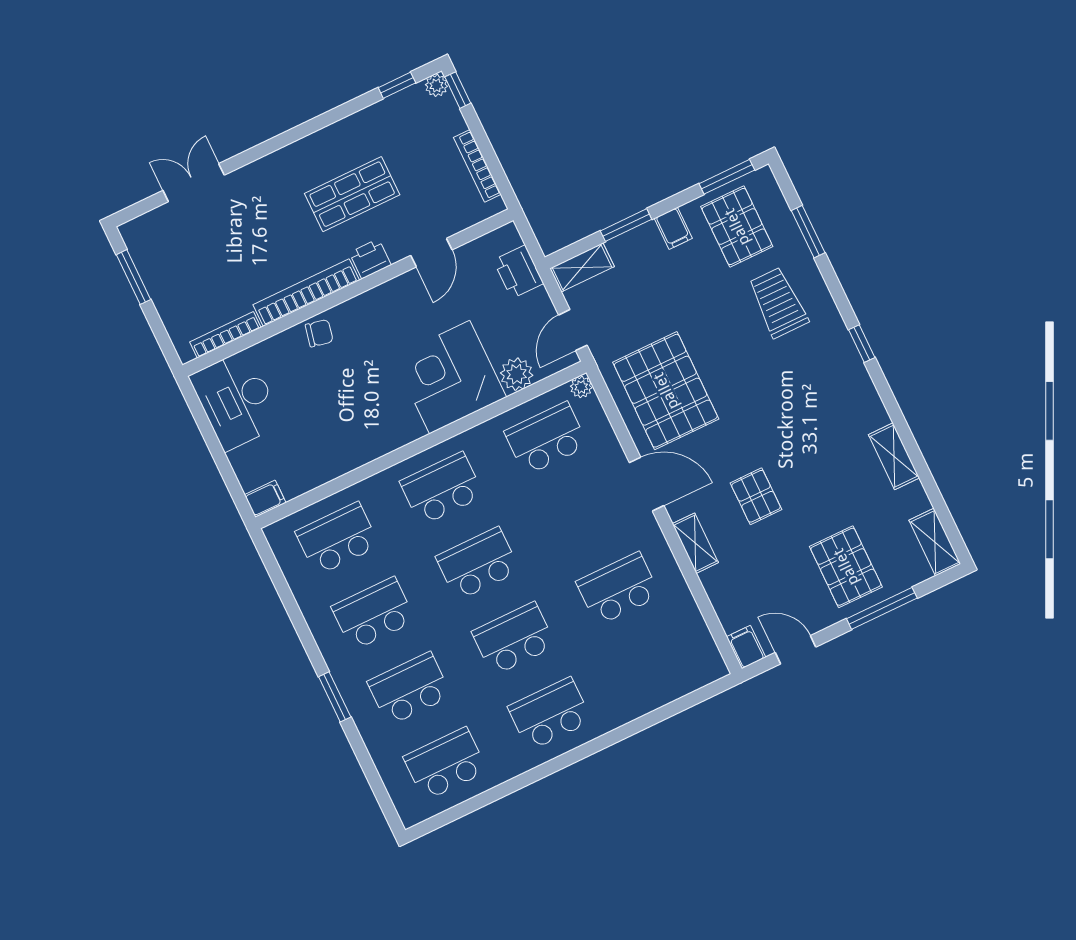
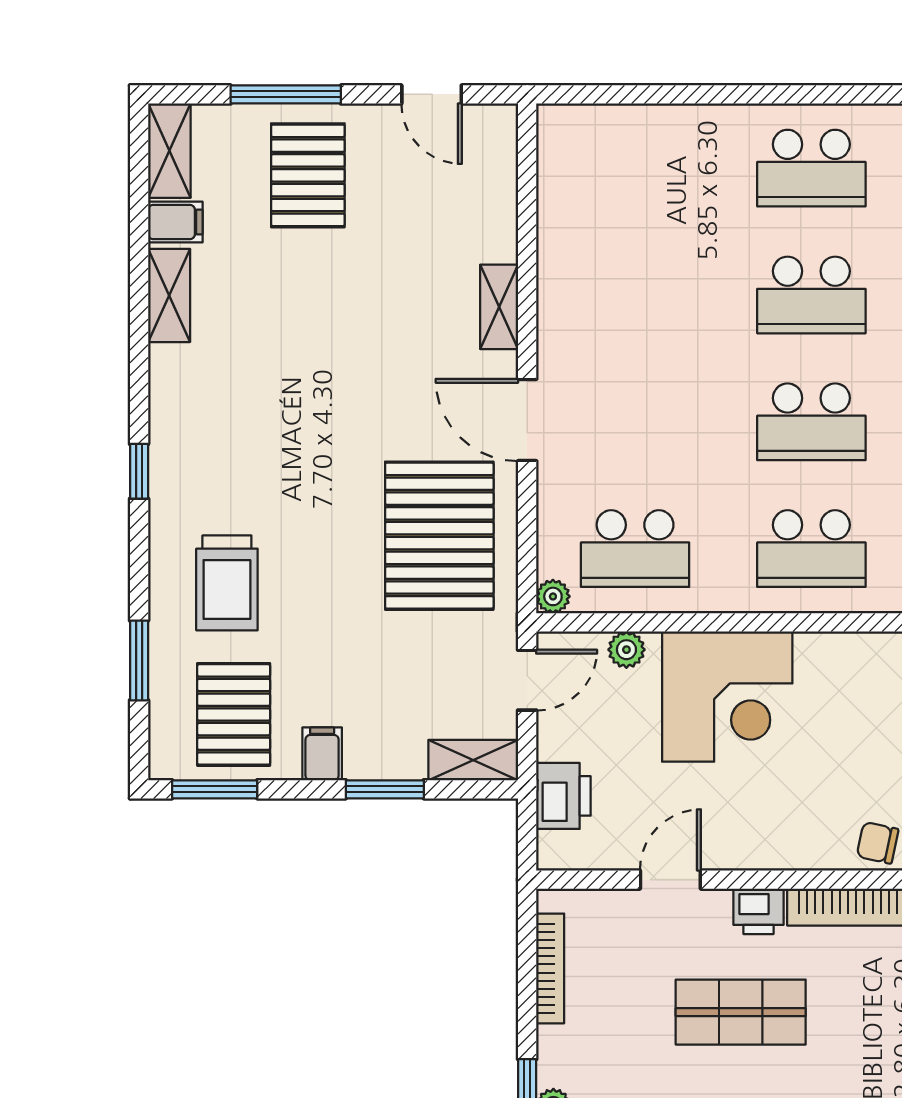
plant: (517, 374) -> (626, 650), width x0.73, depth x0.73
pallet: (756, 496) -> (385, 331), removed
school desk: (618, 589) -> (635, 295), removed
filing cabinet: (746, 647) -> (175, 222), moved, turned -90

